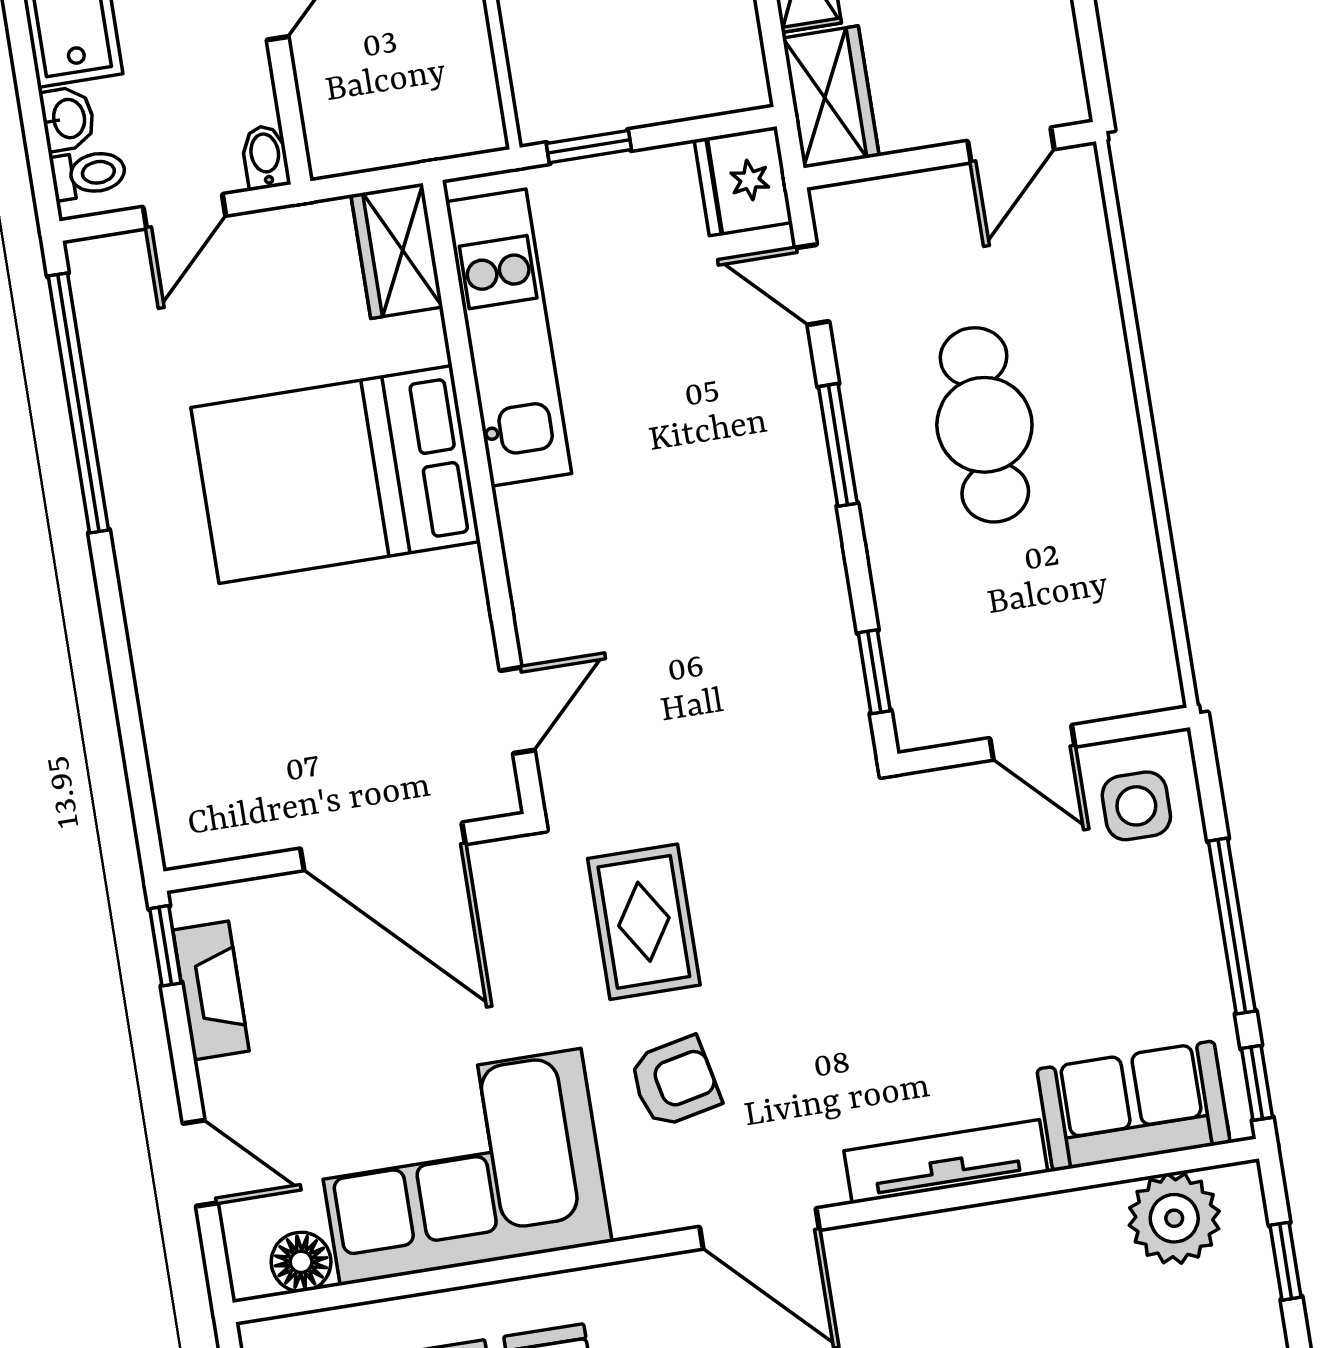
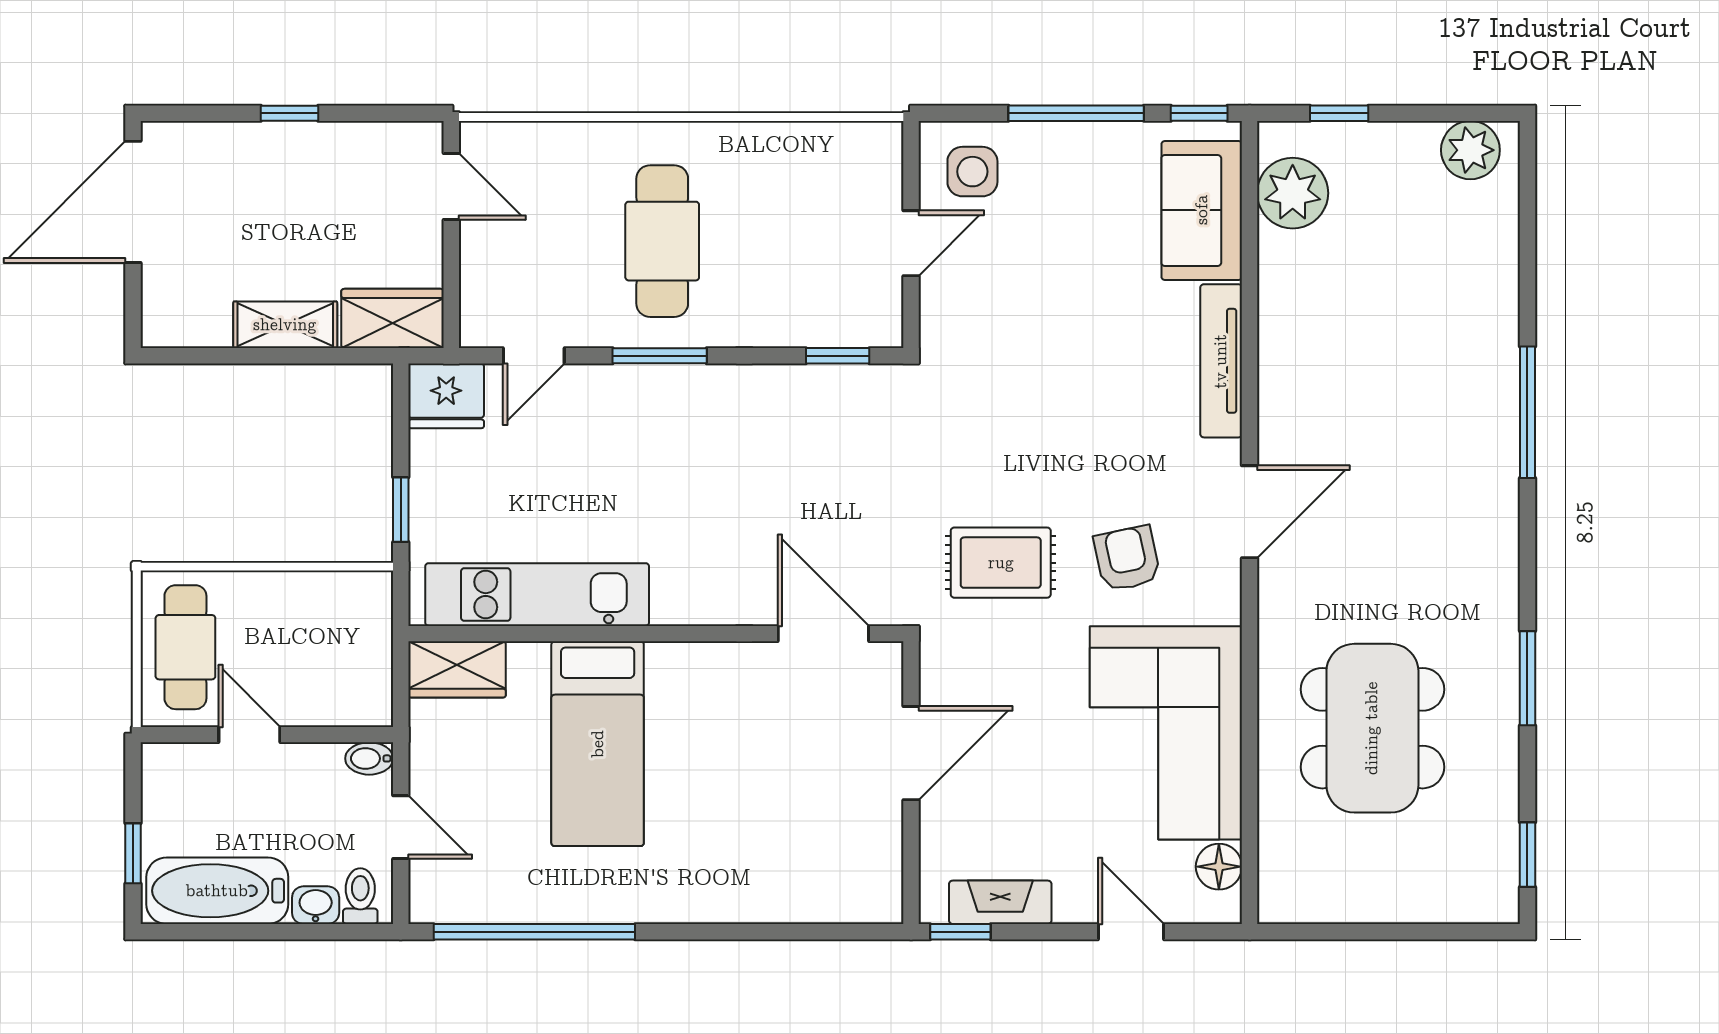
cafe table: (984, 425) -> (662, 241), turned 90
bed: (336, 475) -> (598, 744), width x0.67
door: (517, 710) -> (823, 634), width x1.38
door: (383, 846) -> (911, 753), width x0.73
door: (200, 1163) -> (1131, 932), hinge flipped

